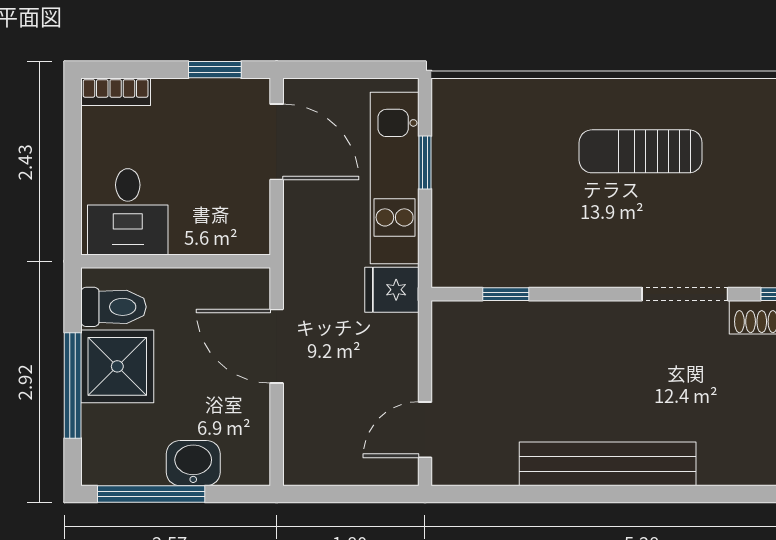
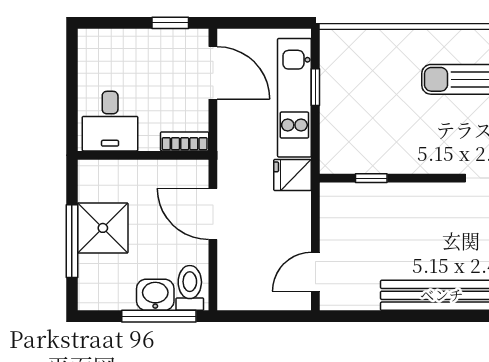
bookcase: (116, 92) -> (185, 141), moved, turned 180
toilet: (114, 307) -> (190, 288), moved, turned -90
window: (151, 494) -> (159, 316), moved

